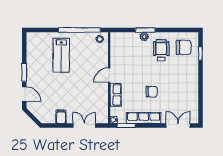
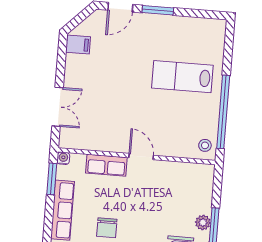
filing cabinet: (61, 117) -> (78, 44), moved

